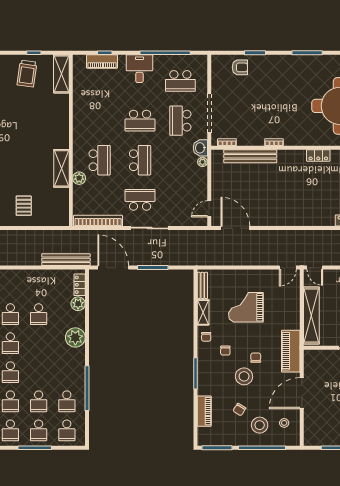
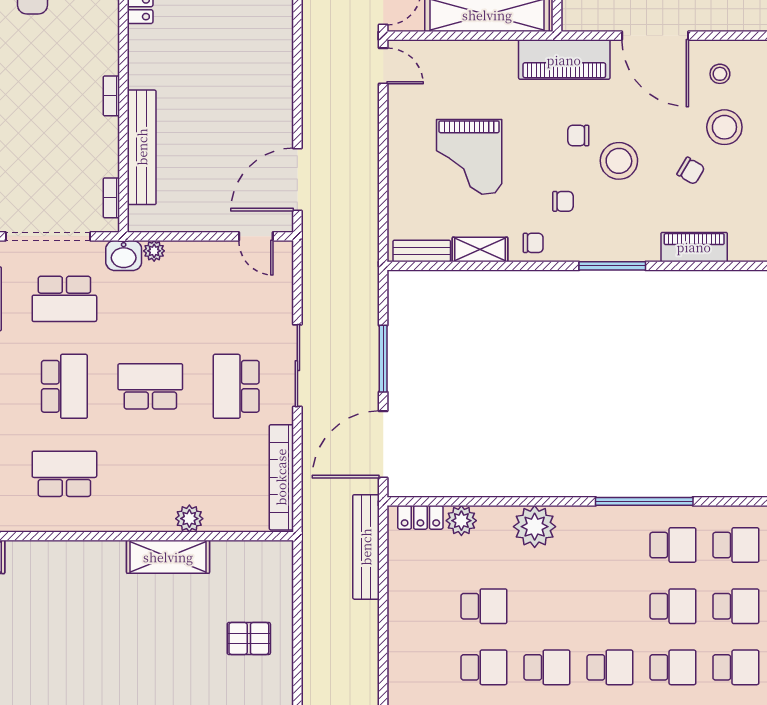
school desk: (100, 160) -> (64, 474), moved

